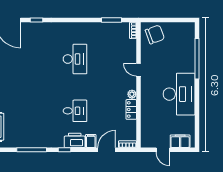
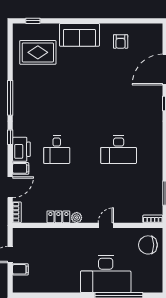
chair: (155, 34) -> (148, 245), turned 110
desk: (179, 94) -> (106, 274), moved
filing cabinet: (180, 141) -> (20, 269), width x0.50
door: (107, 150) -> (10, 187), hinge flipped

